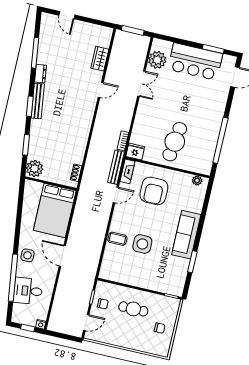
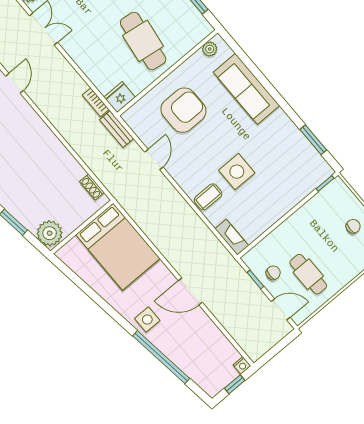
bench: (116, 167) -> (117, 129), width x0.73
fireplace: (127, 171) -> (232, 237), moved
armchair: (154, 191) -> (183, 110), turned -90
sofa: (186, 235) -> (247, 89), moved
door: (62, 256) -> (190, 291), moved
window: (192, 262) -> (313, 140), moved
desk: (28, 291) -> (190, 351), removed
cafe table: (133, 309) -> (308, 274), moved, turned 90
door: (86, 323) -> (281, 309), hinge flipped

